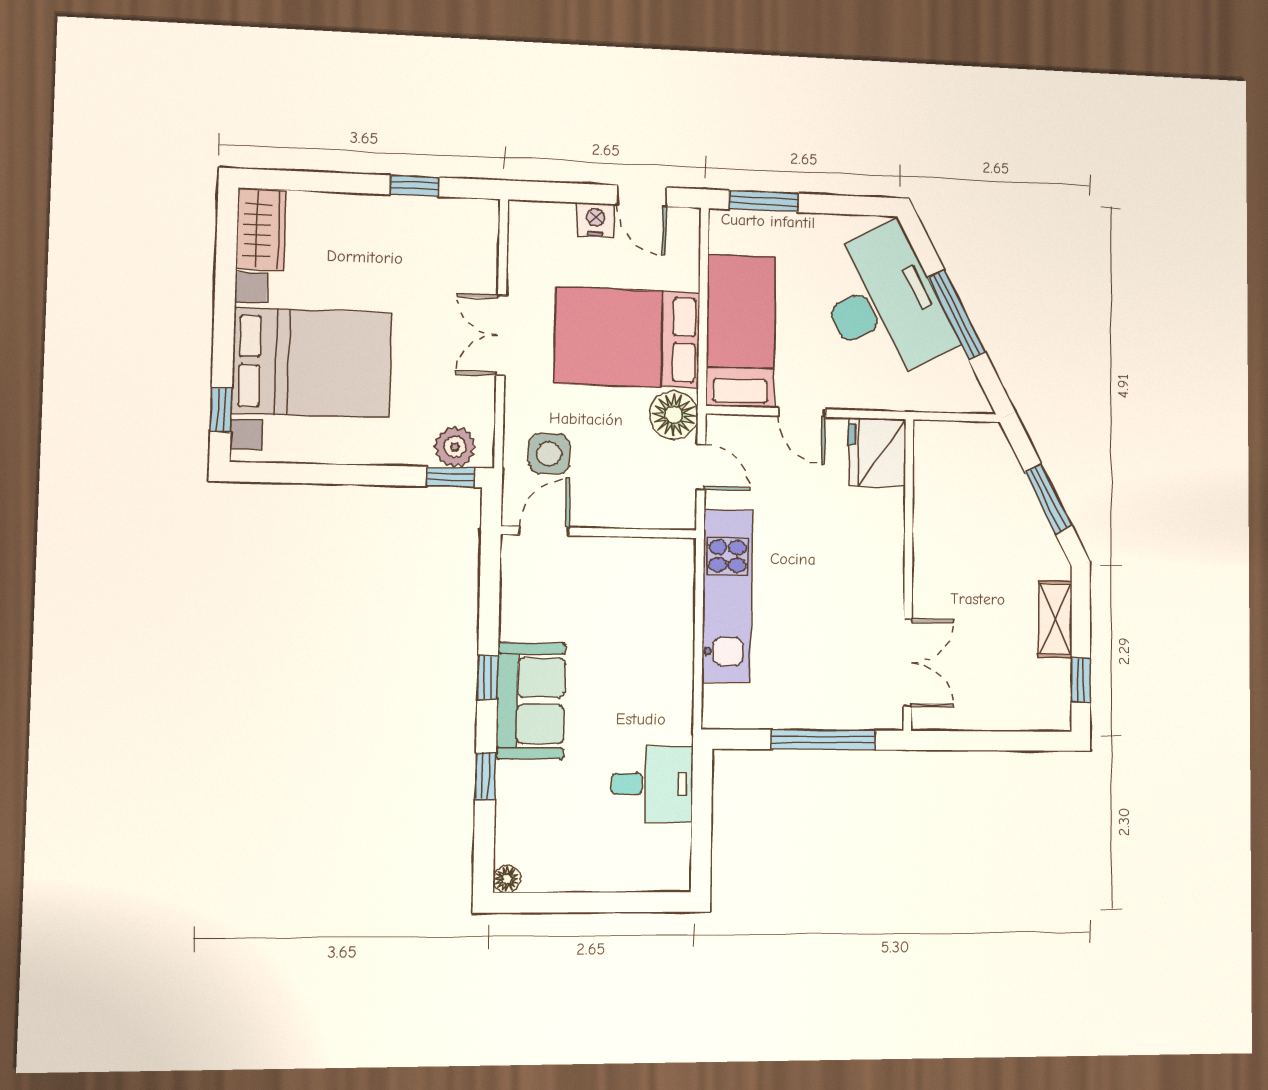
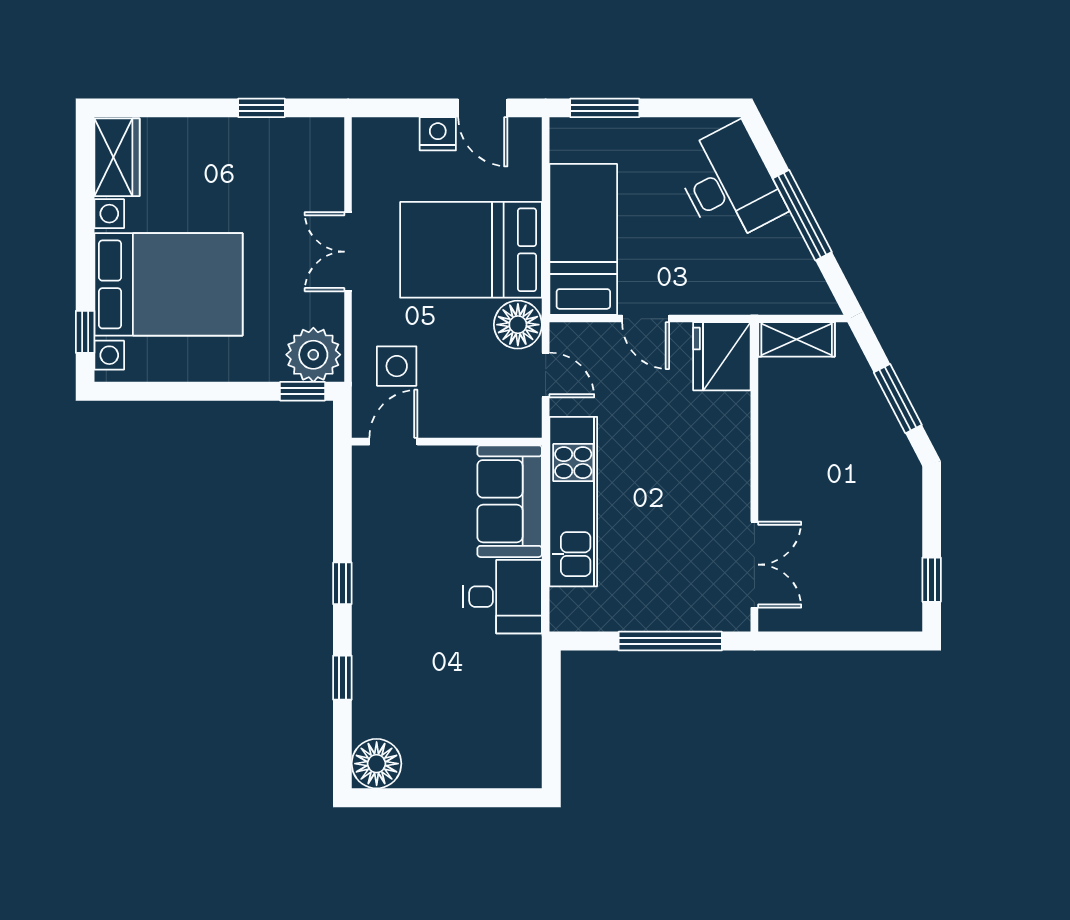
desk: (883, 304) -> (729, 184), width x0.73, depth x0.77
plant: (455, 447) -> (313, 355), width x1.36, depth x1.36
shelving: (1055, 619) -> (797, 339), moved, turned 90
sofa: (531, 701) -> (510, 501), moved, turned 180
desk: (652, 784) -> (502, 597), moved
floor lamp: (507, 879) -> (377, 764), width x1.89, depth x1.89

